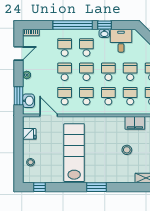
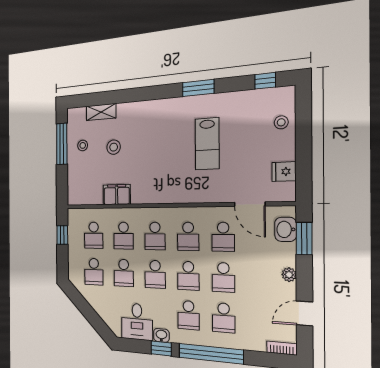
stool: (127, 150) -> (114, 147), moved
lab bench: (74, 153) -> (207, 144), width x0.54, depth x0.72
window: (96, 187) -> (198, 88), moved

